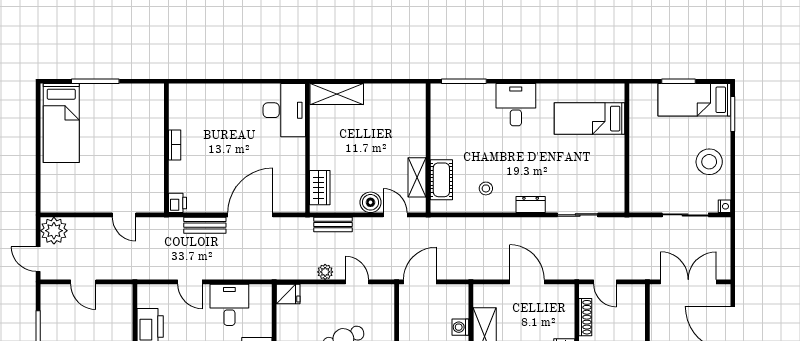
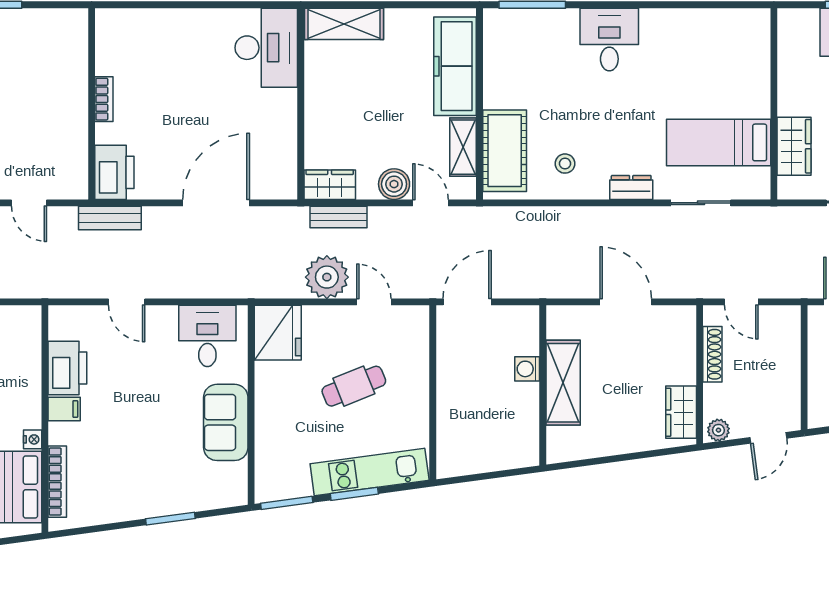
bed: (590, 119) -> (719, 142), moved
freezer: (412, 123) -> (455, 66), added
wardrobe: (641, 177) -> (794, 146), added
cot: (441, 180) -> (505, 151), width x1.37, depth x1.34
wardrobe: (320, 188) -> (330, 185), moved, turned -90
printer: (177, 203) -> (114, 172), width x1.87, depth x1.48
bench: (205, 225) -> (110, 218), moved
plant: (325, 272) -> (327, 277), width x1.88, depth x1.88
fridge: (288, 294) -> (278, 333), width x1.88, depth x1.34
desk: (229, 305) -> (207, 336), moved

